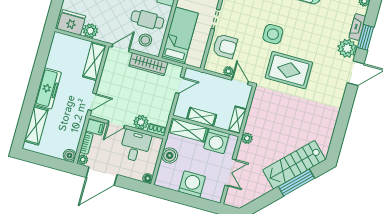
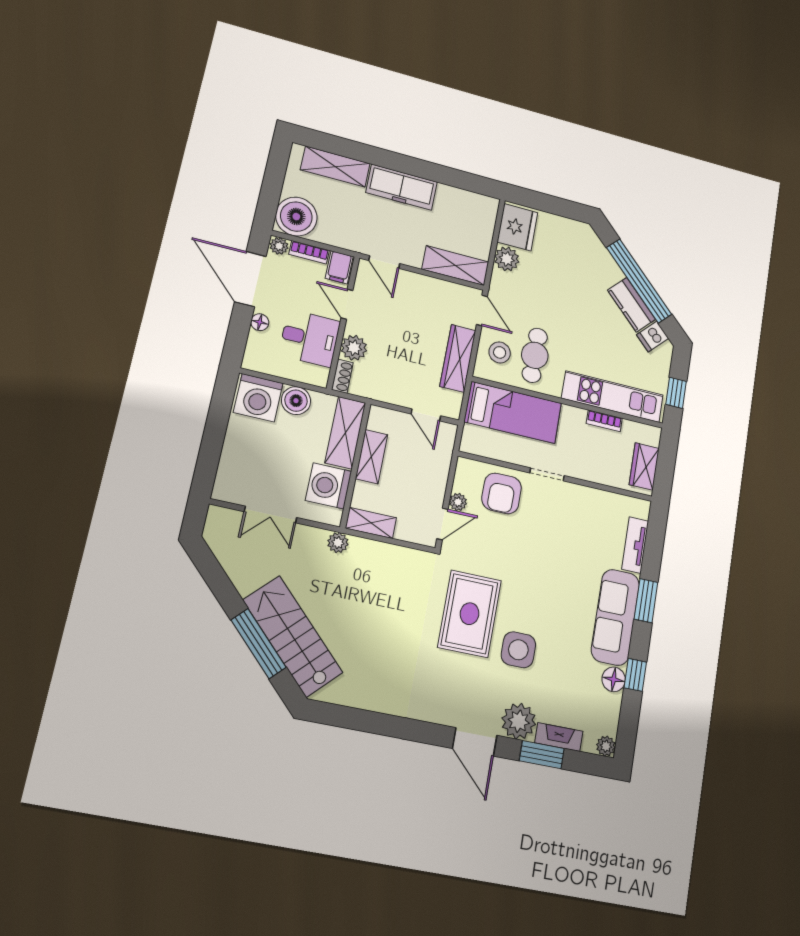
side table: (273, 34) -> (518, 650), moved
boiler: (69, 155) -> (296, 217), width x1.86, depth x1.86
floor lamp: (148, 178) -> (260, 322), moved
washing machine: (192, 184) -> (258, 398), moved, turned 90

